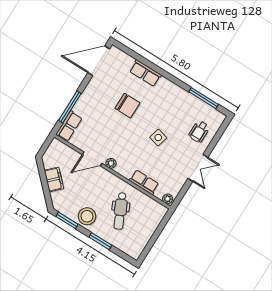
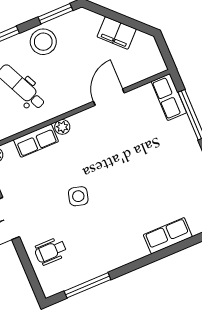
chair: (127, 106) -> (144, 186), removed
wheelchair: (199, 132) -> (51, 251), turned -90
plant: (111, 163) -> (62, 127), moved

